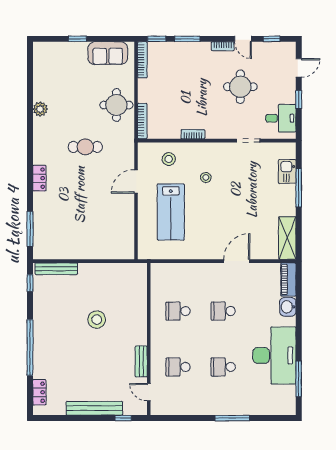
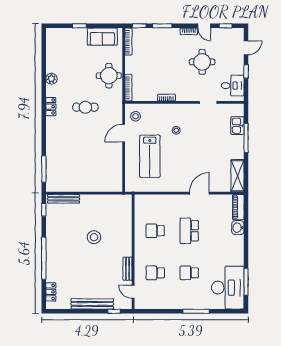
stool: (169, 159) -> (136, 116), moved
locker: (39, 178) -> (51, 107), moved
school desk: (223, 311) -> (189, 231), width x1.85
desk: (274, 355) -> (228, 288), moved

